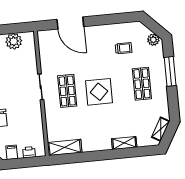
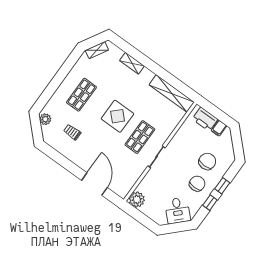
plant: (14, 41) -> (137, 200), moved
window: (170, 71) -> (53, 86), removed
shelving: (65, 147) -> (172, 93), width x1.47
printer: (29, 152) -> (205, 119), width x1.87, depth x1.48

